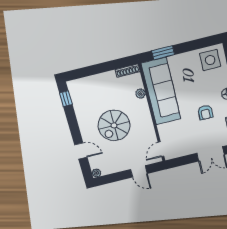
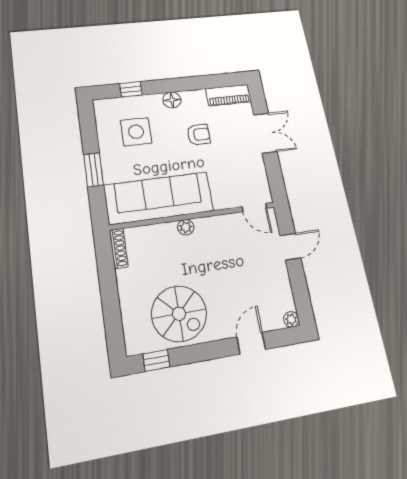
window: (163, 53) -> (94, 170), moved
side table: (210, 60) -> (136, 132), moved
plant: (141, 94) -> (186, 227), moved
spiral stairs: (114, 125) -> (179, 314), moved

